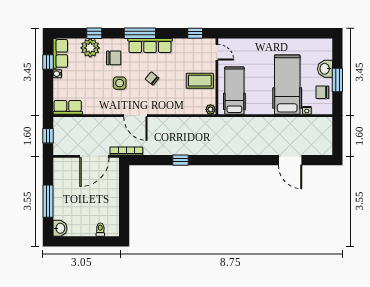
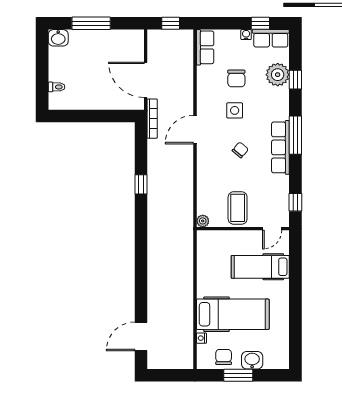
chair: (114, 58) -> (236, 78), moved
hospital bed: (234, 91) -> (260, 267), moved, turned 180
door: (290, 160) -> (141, 336), moved

